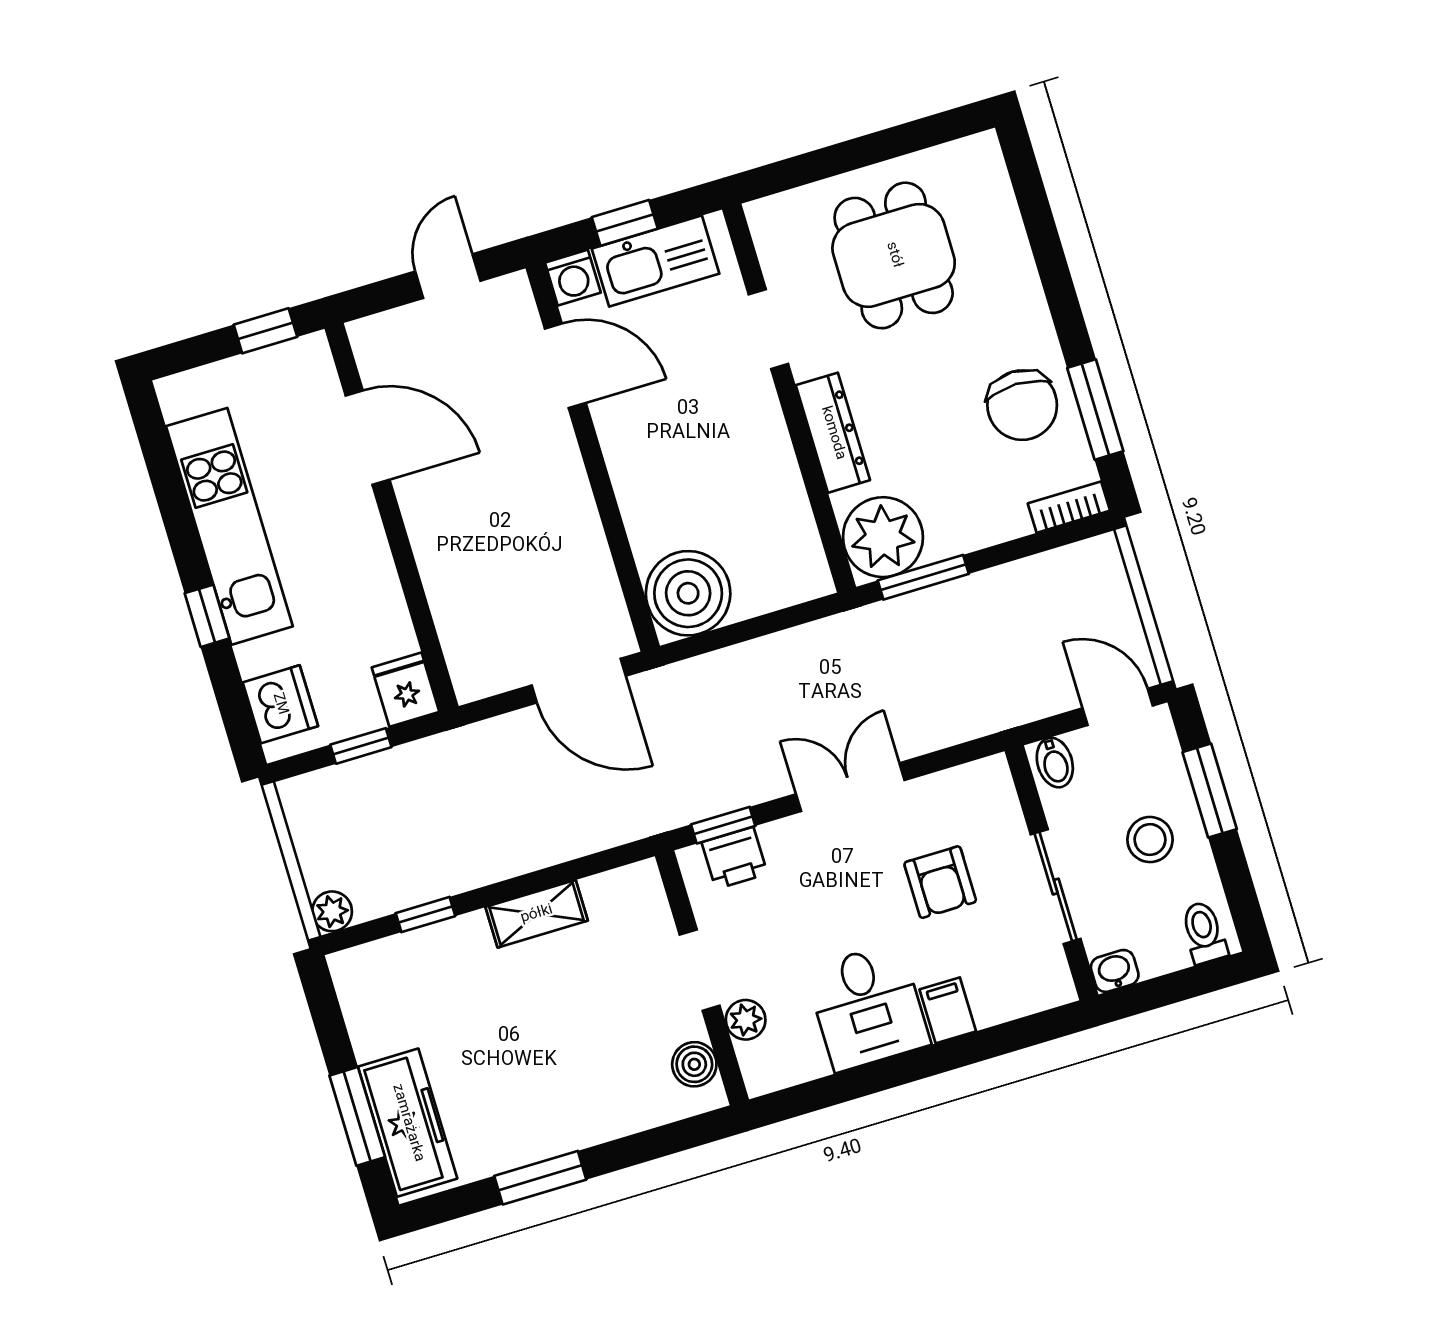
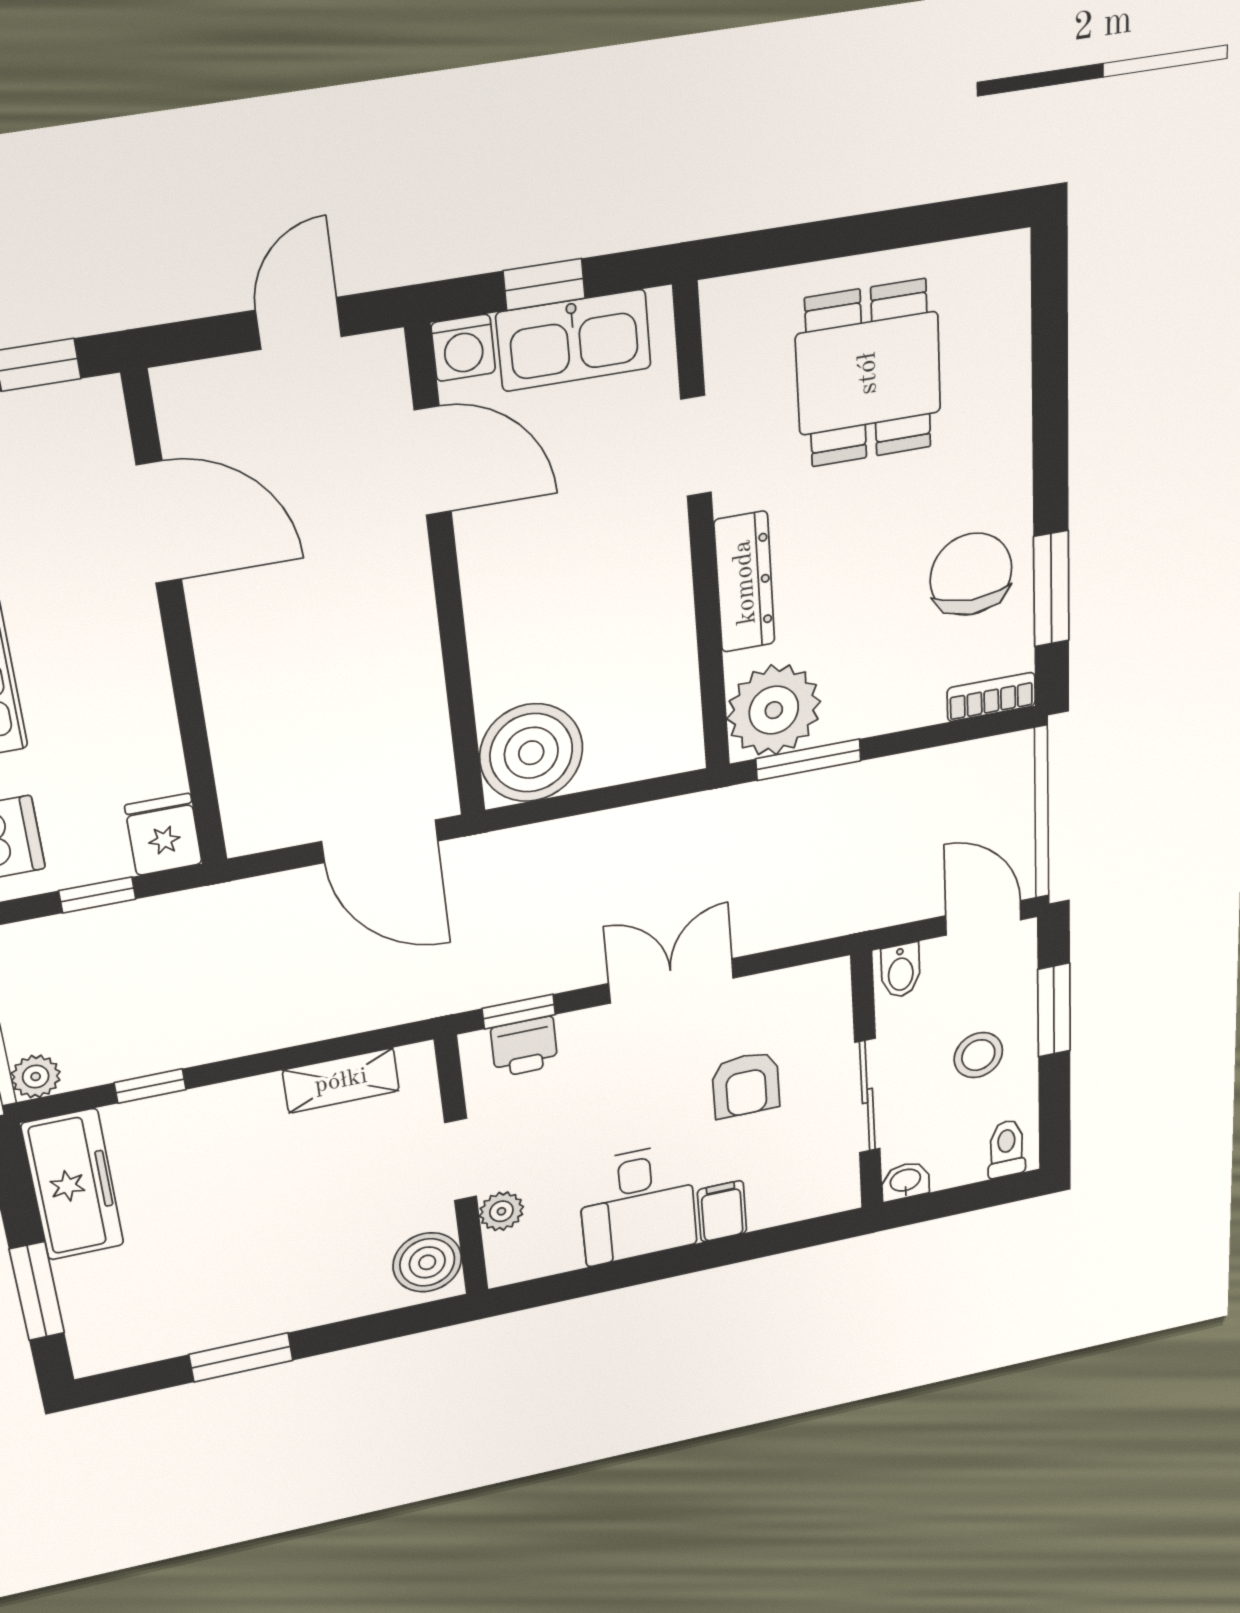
chair: (1022, 405) -> (971, 574), turned 180
shelving: (537, 914) -> (341, 1081), moved
boiler: (694, 1064) -> (427, 1262), width x1.36, depth x1.36
freezer: (408, 1123) -> (73, 1185), moved

